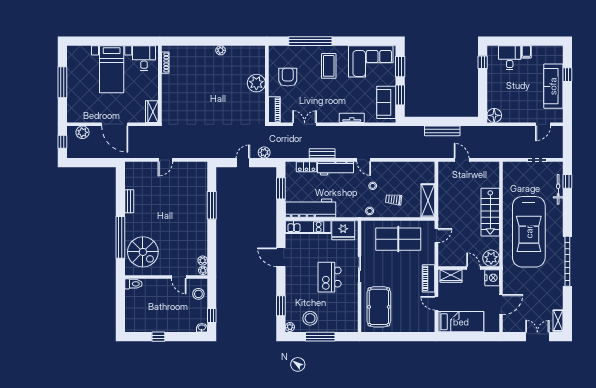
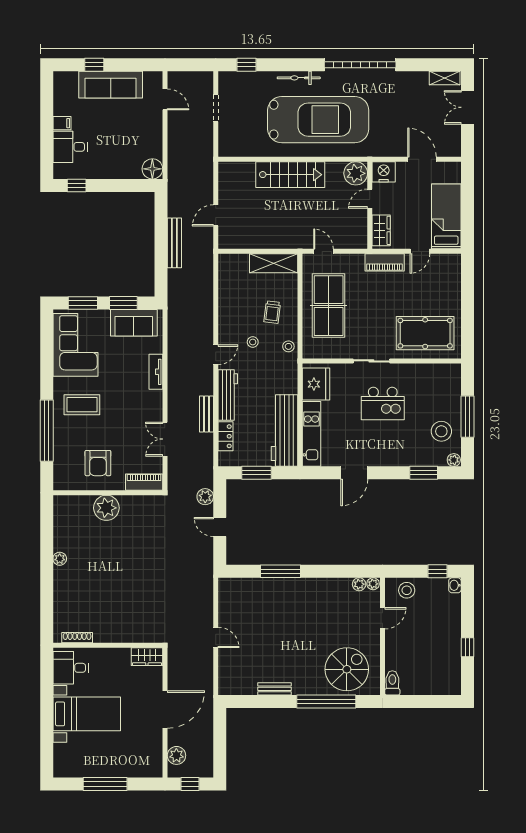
armchair: (288, 77) -> (98, 463), turned -90
bicycle: (558, 189) -> (299, 78), moved

